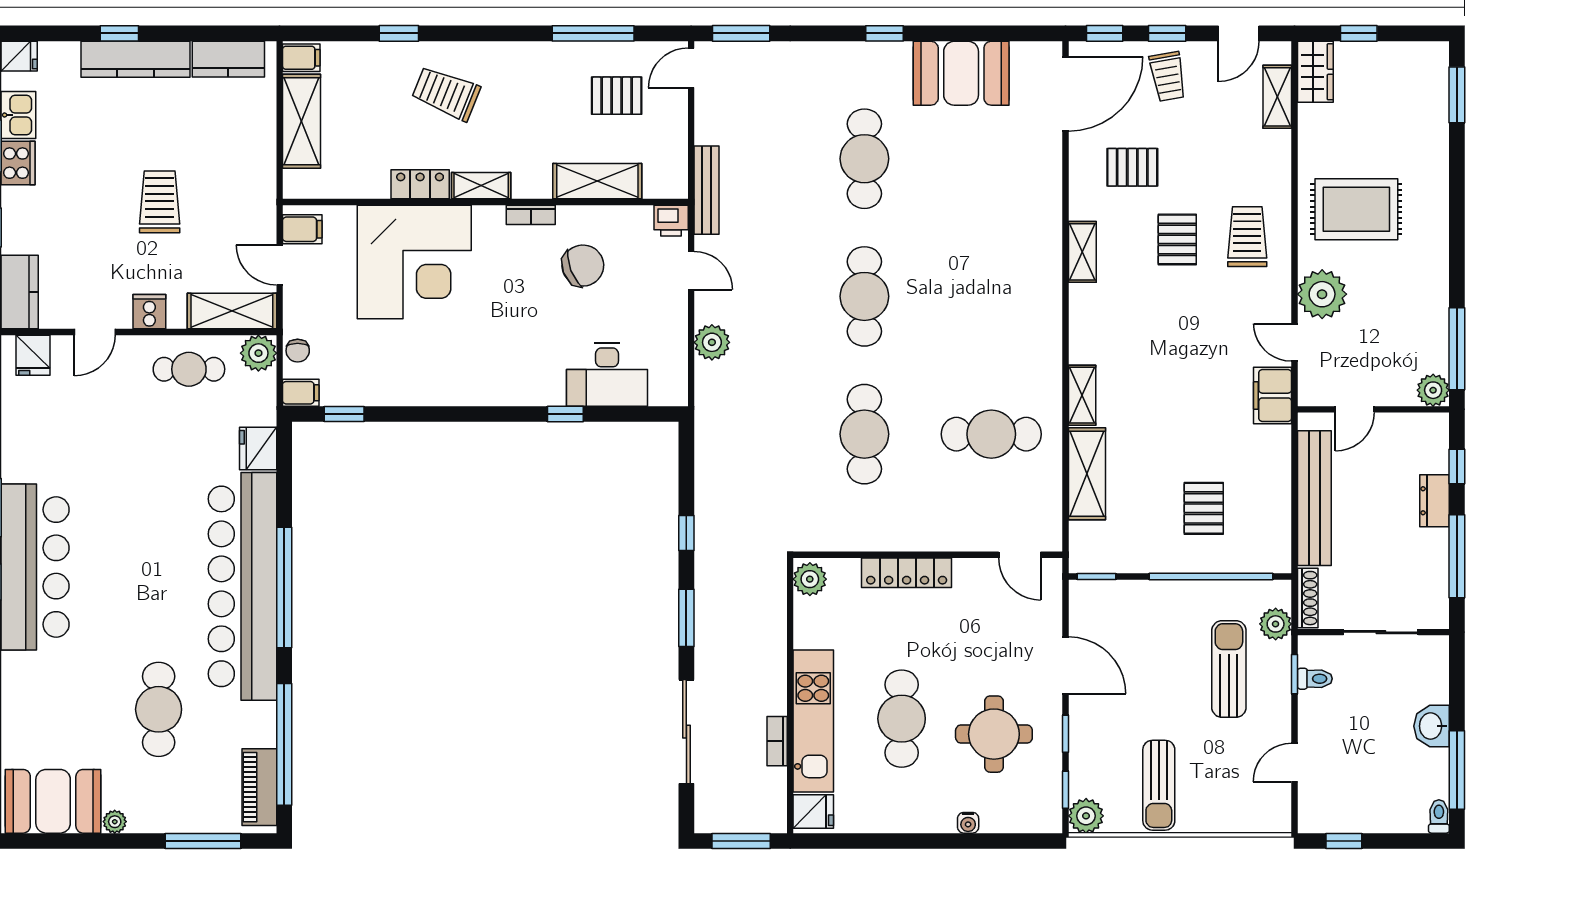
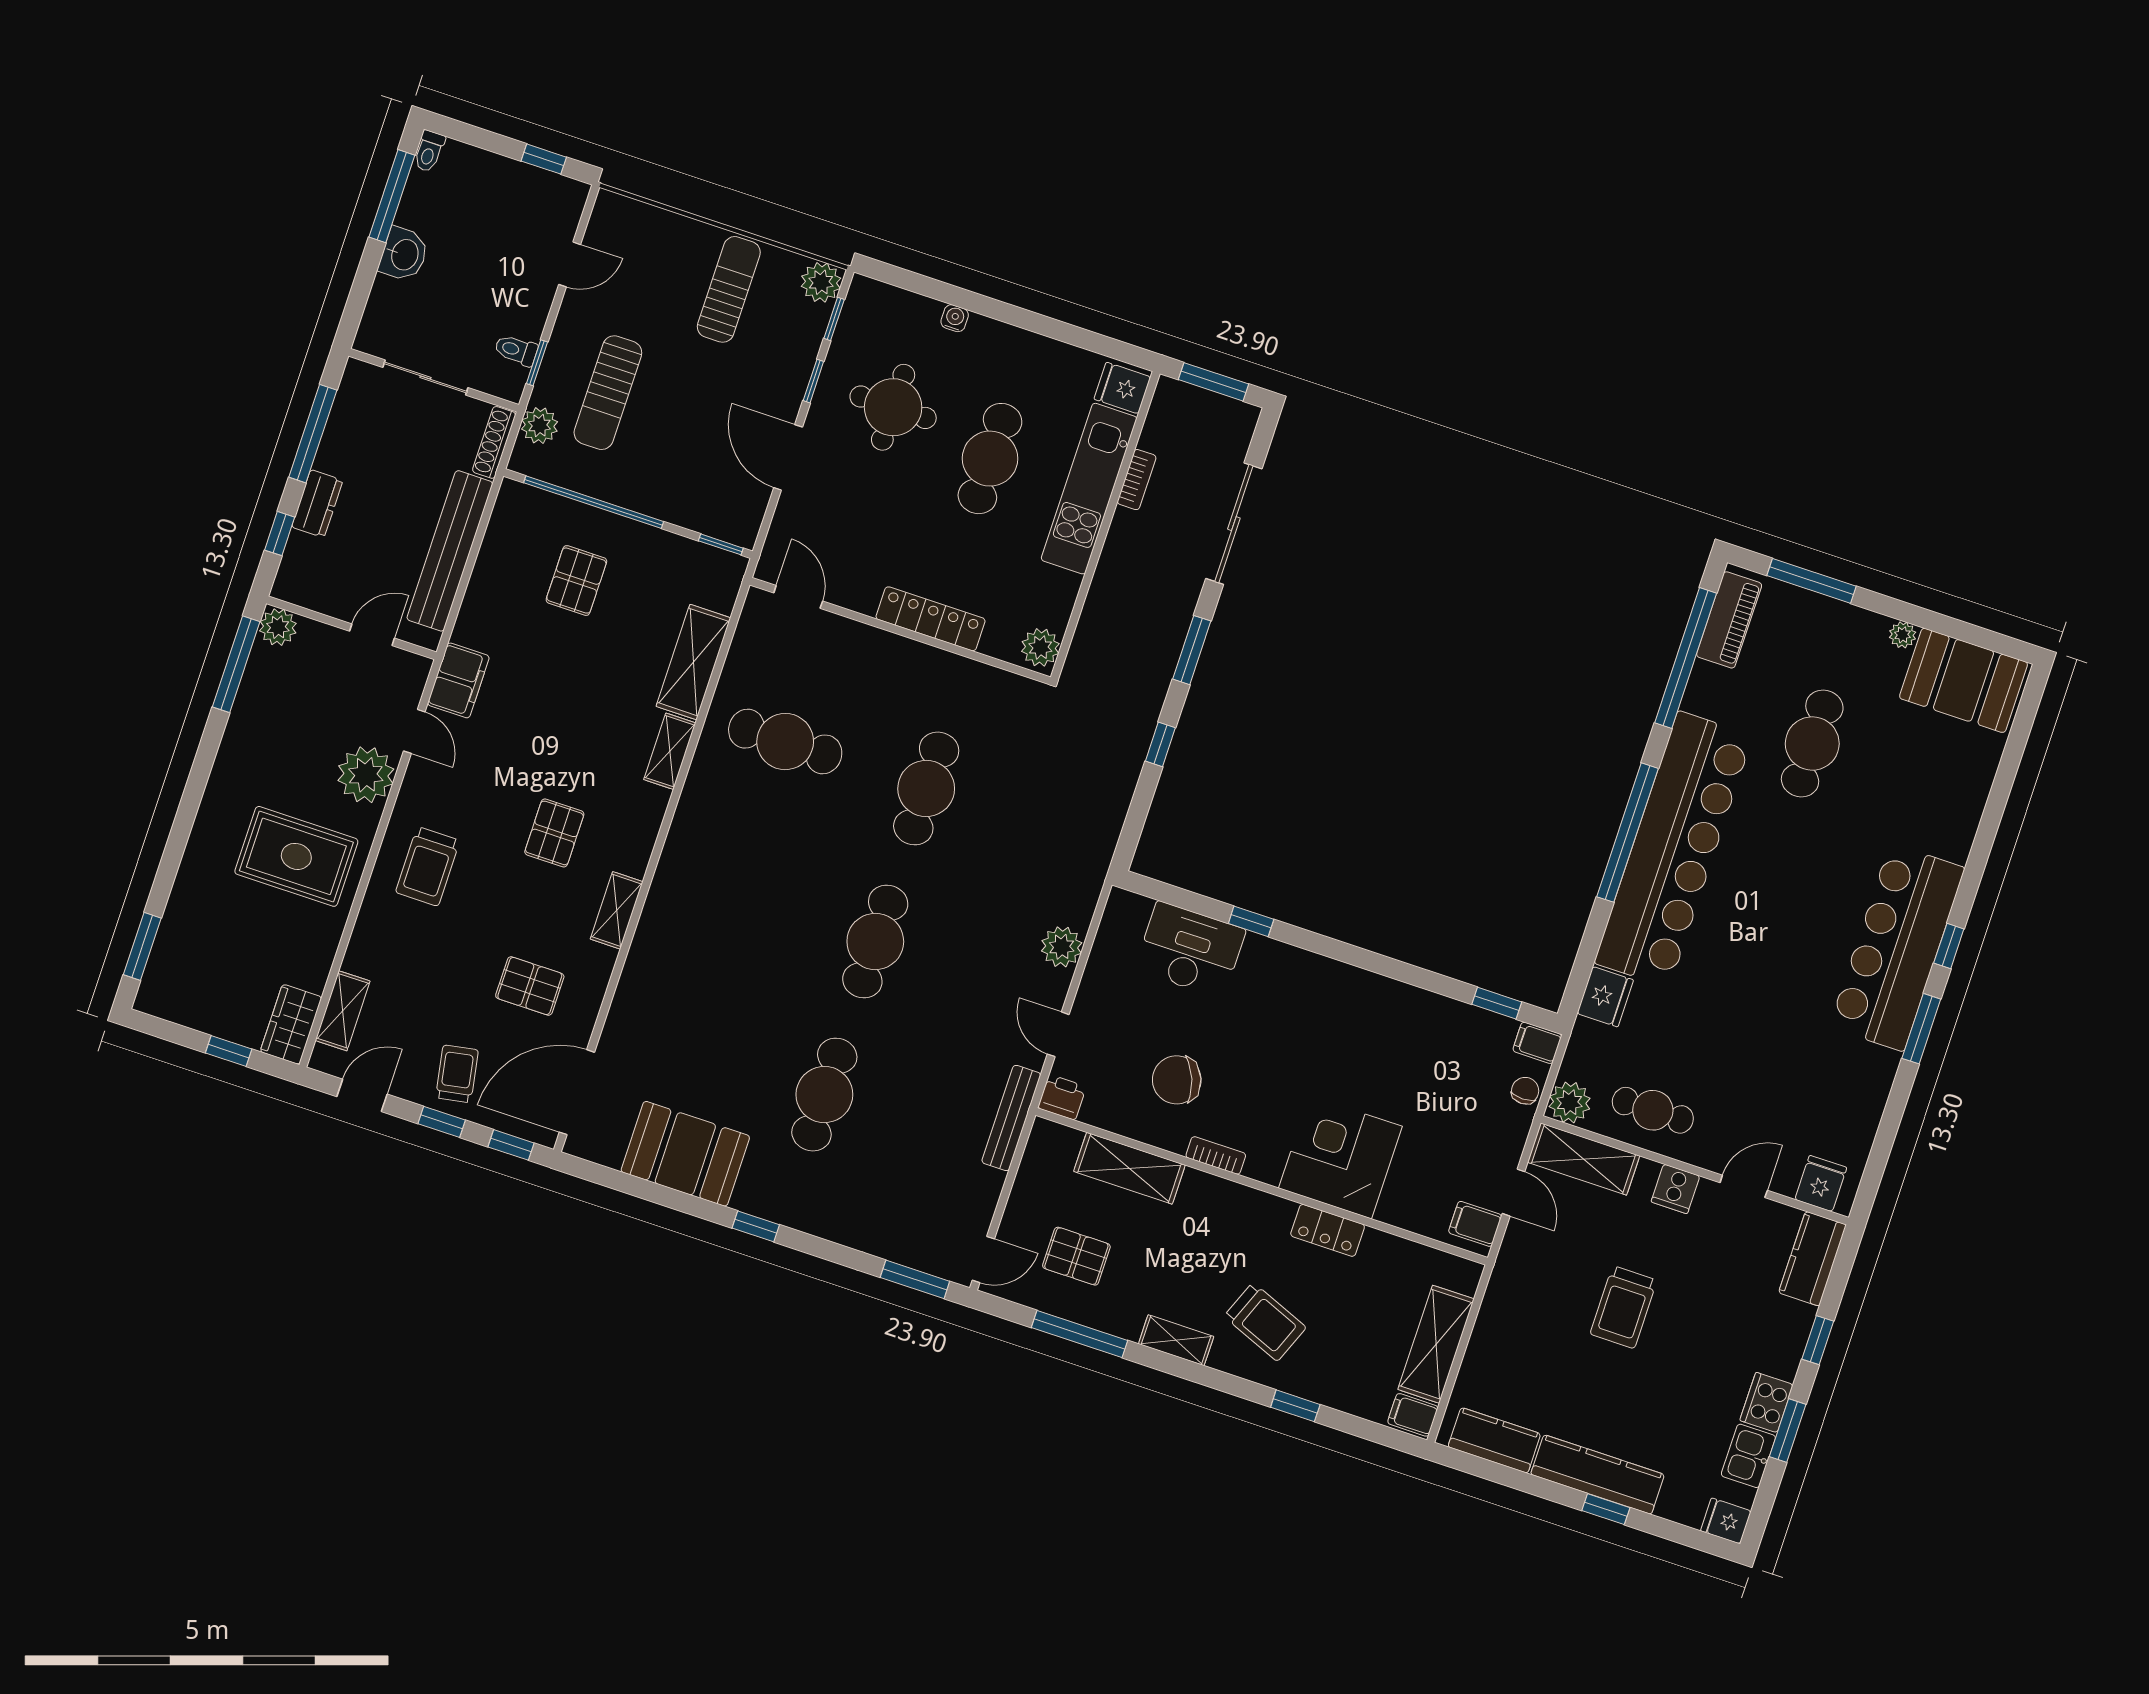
shelving: (481, 186) -> (1176, 1340), moved
pallet: (1177, 239) -> (554, 833), moved
corner desk: (414, 262) -> (1340, 1157), width x0.74, depth x0.74

